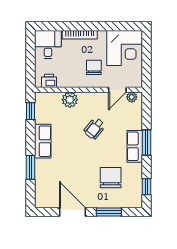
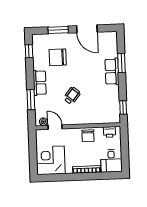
chair: (94, 67) -> (88, 136), moved
door: (117, 90) -> (55, 127), hinge flipped
plant: (70, 100) -> (92, 118), removed
row of seats: (43, 141) -> (112, 71), moved
window: (147, 143) -> (31, 100), moved
chair: (111, 178) -> (58, 57), turned 90

